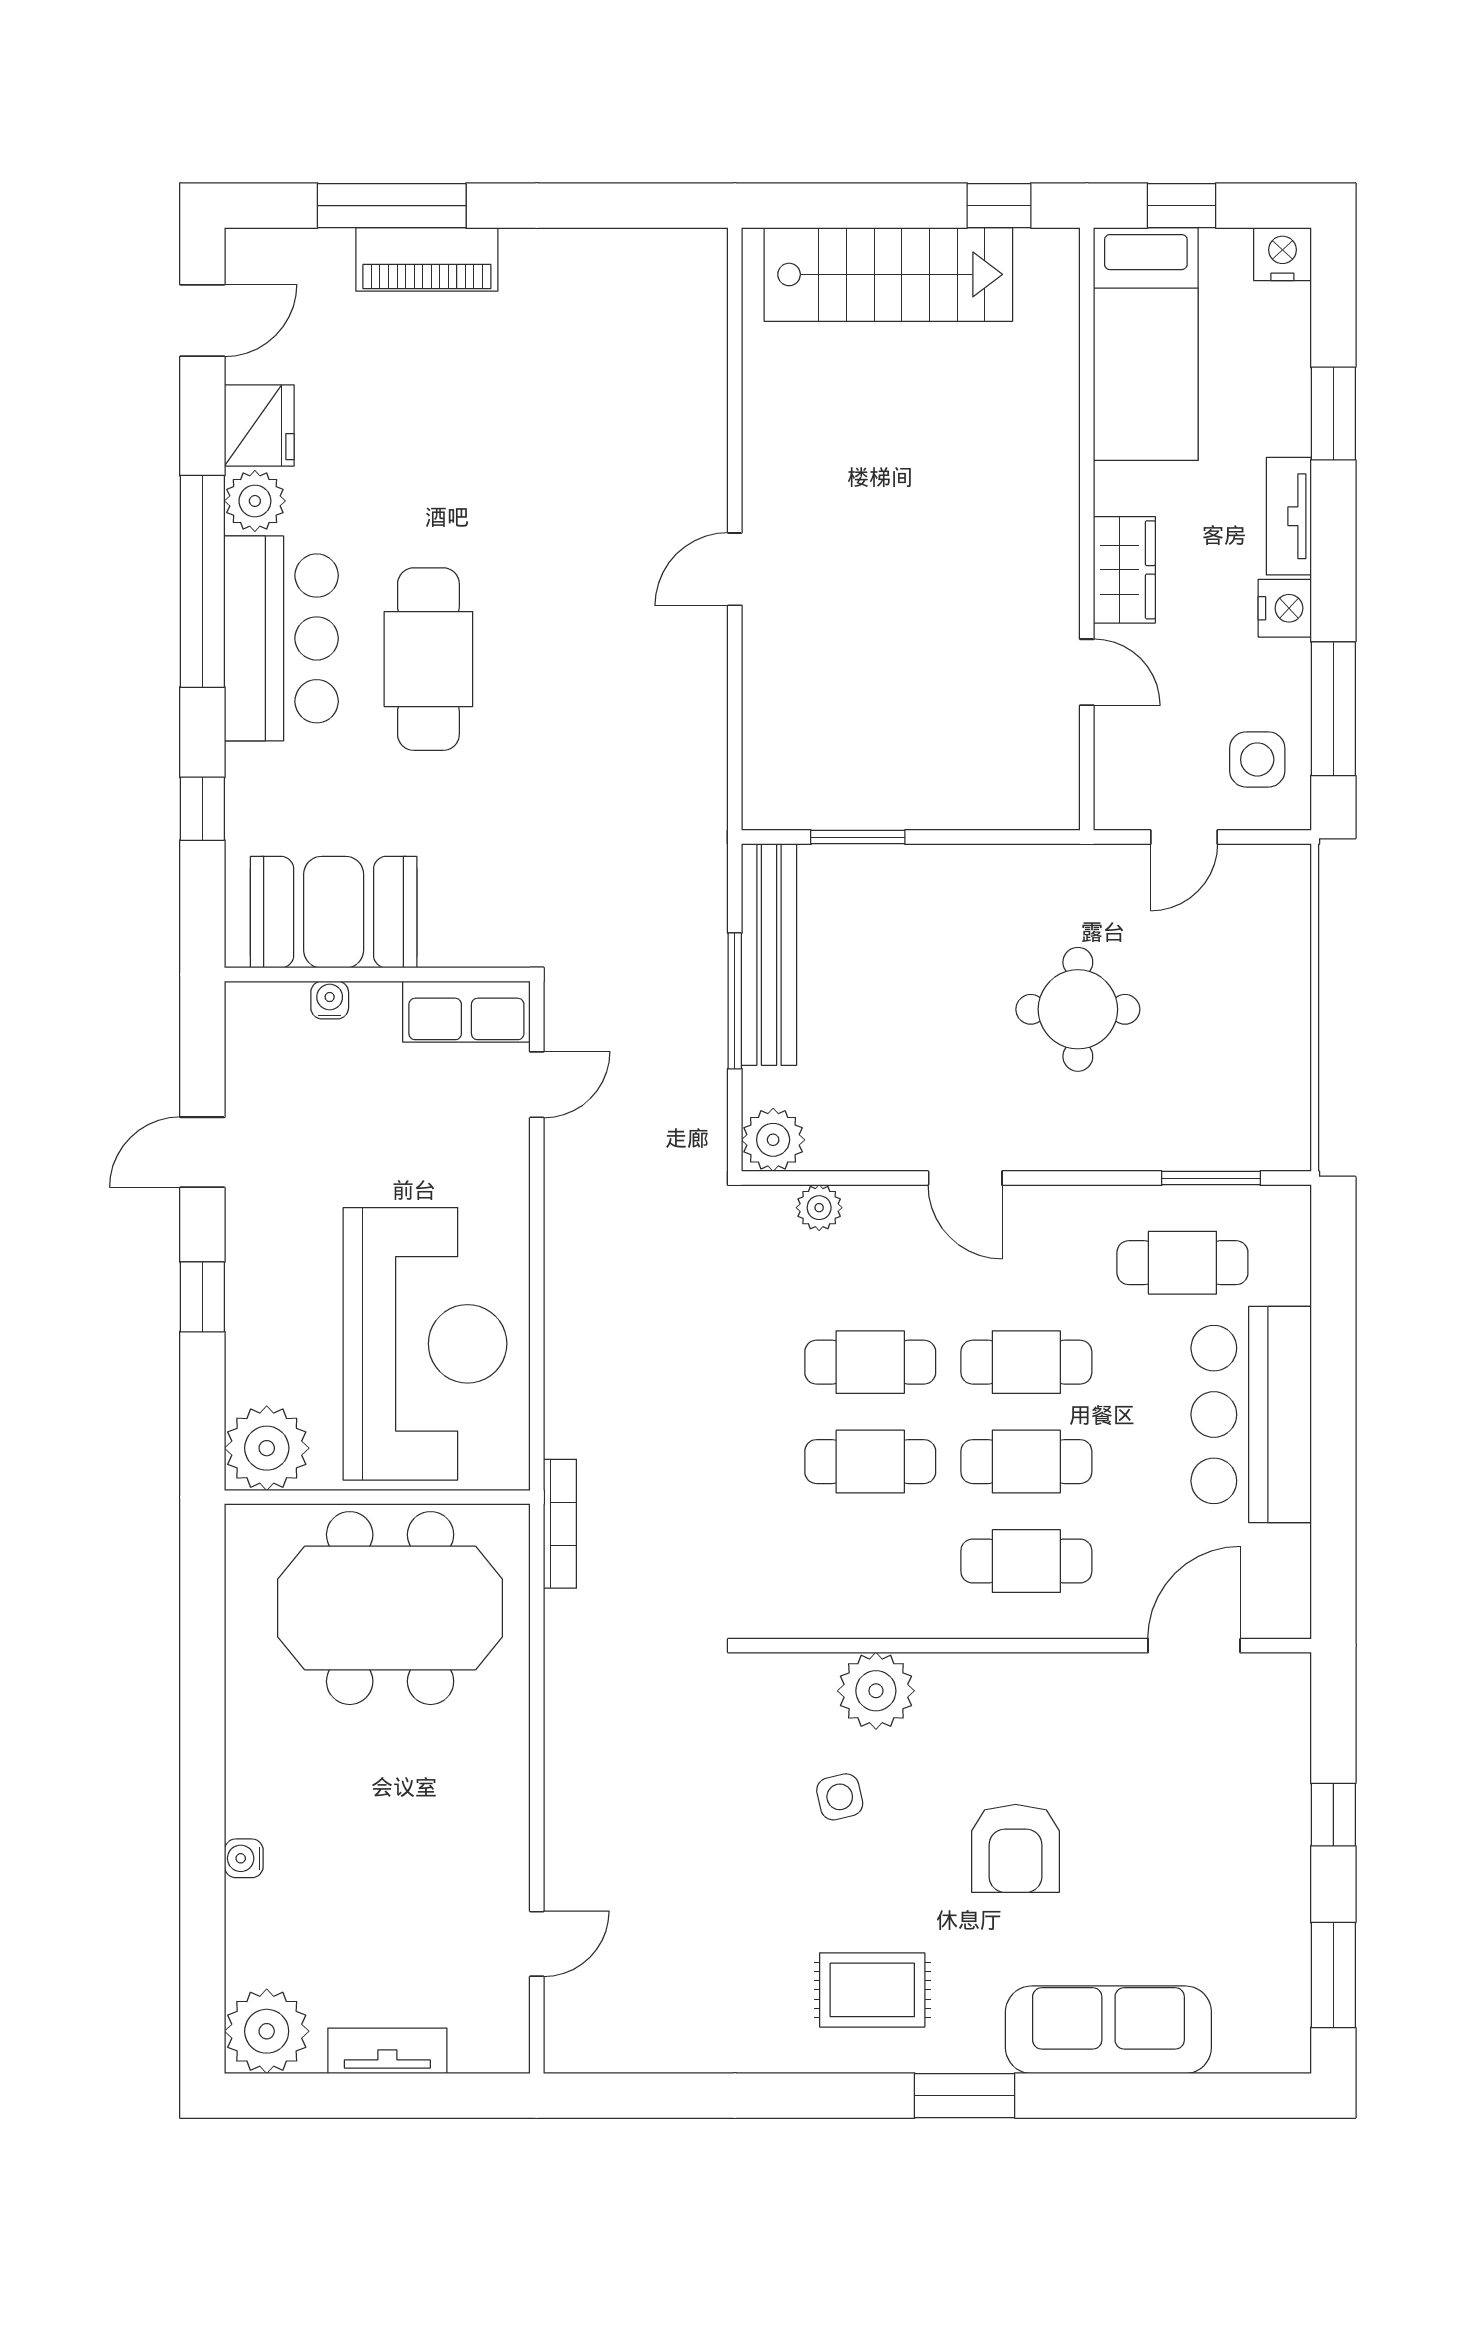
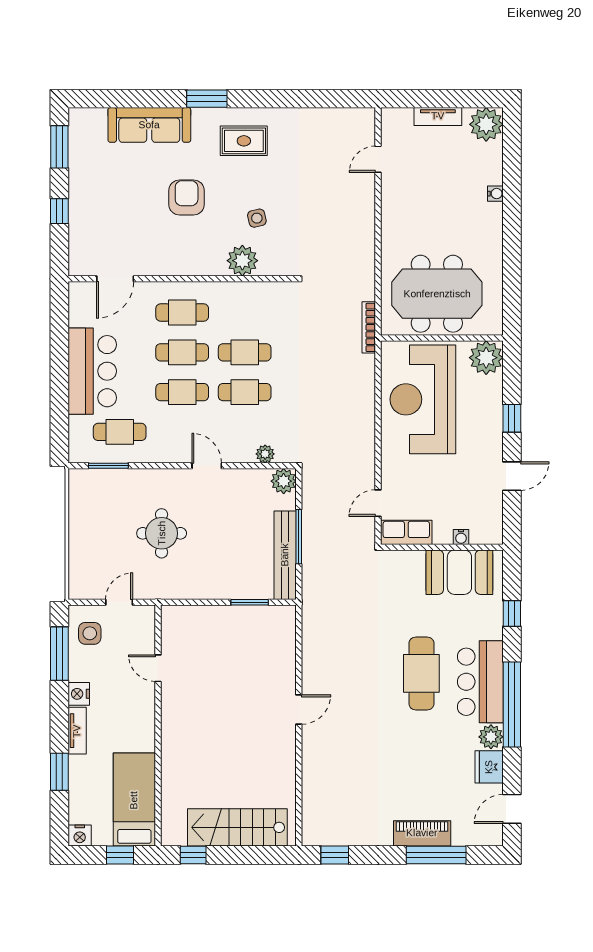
window: (645, 206) -> (335, 855), added
wardrobe: (1124, 570) -> (143, 709), removed

